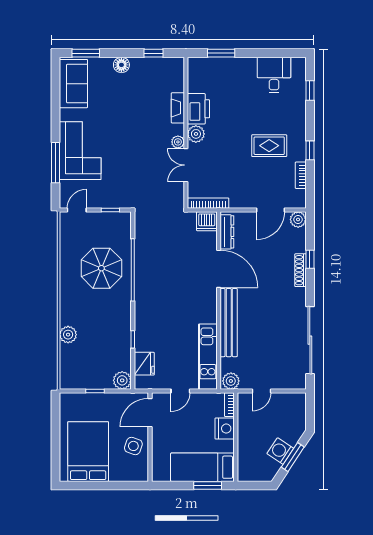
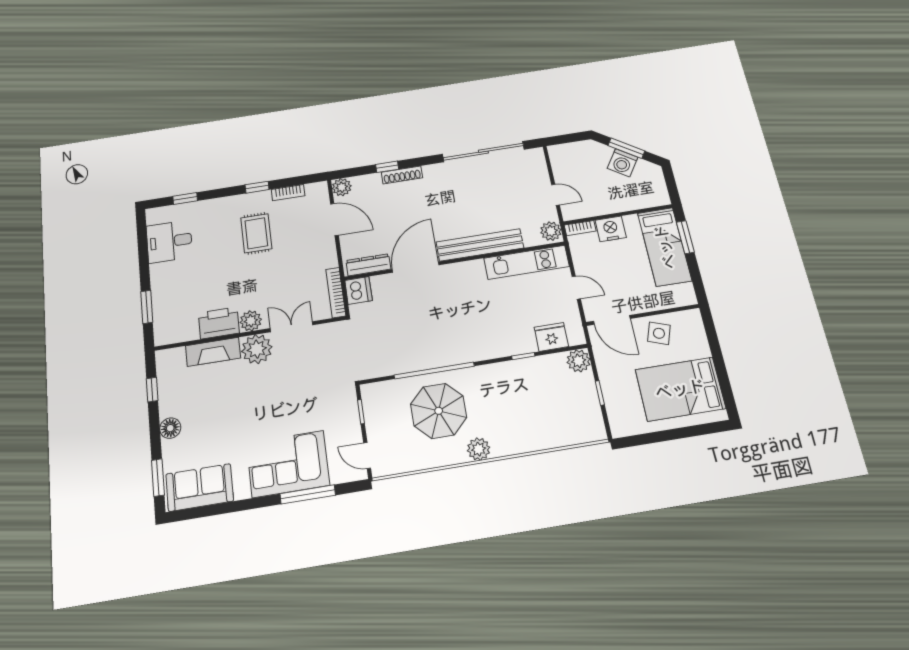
fireplace: (178, 108) -> (213, 352), width x1.37, depth x1.32
plant: (178, 142) -> (257, 349), width x1.87, depth x1.87
double door: (186, 165) -> (292, 327), swing flipped
plant: (68, 335) -> (479, 449), moved

